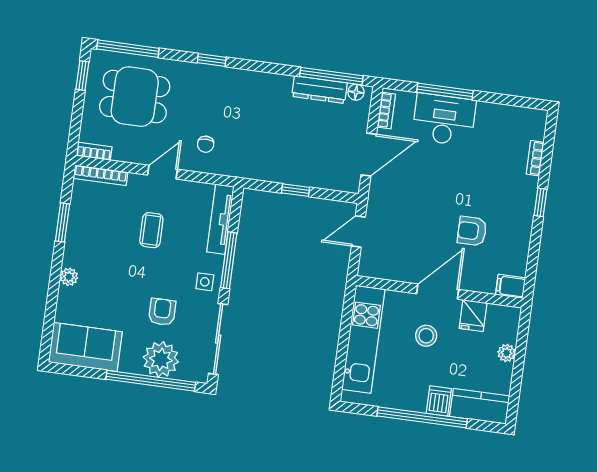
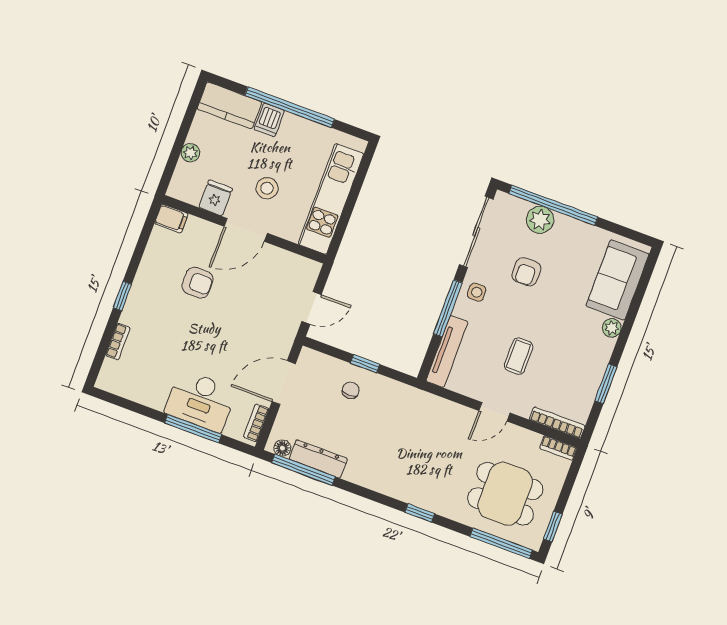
chair: (206, 144) -> (351, 390), moved
sofa: (85, 347) -> (618, 280), moved, turned 90
plant: (161, 359) -> (540, 220), width x0.73, depth x0.73

